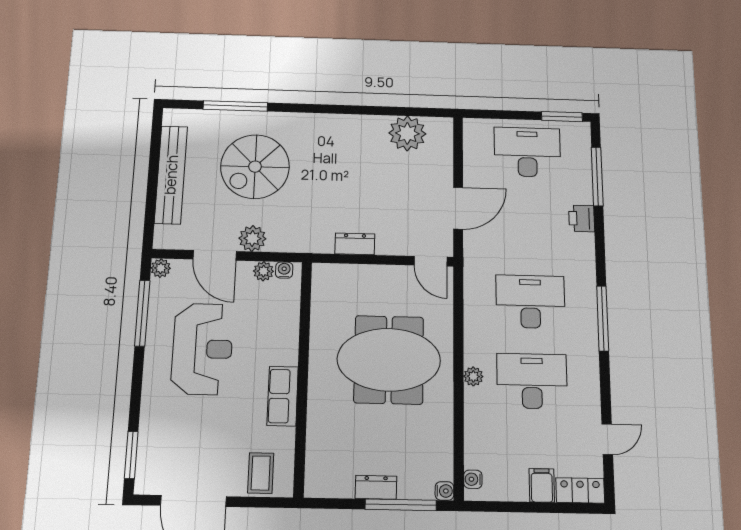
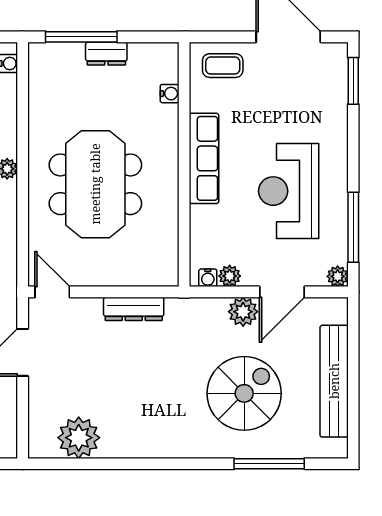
dresser: (355, 244) -> (134, 309), width x1.44
door: (215, 255) -> (282, 292), swing flipped
meeting table: (389, 360) -> (95, 184), turned 90
row of seats: (283, 396) -> (204, 158), width x1.48
coffee table: (261, 473) -> (223, 66), turned 90
water cooler: (444, 491) -> (170, 94), moved, turned 180

